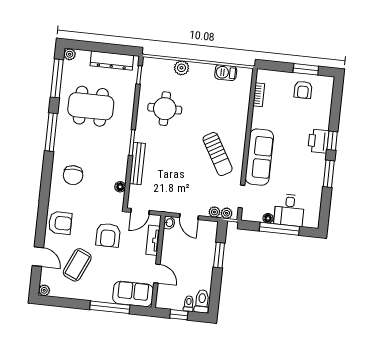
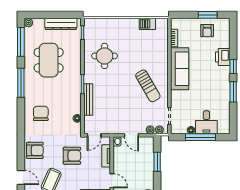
plant: (181, 68) -> (114, 24), removed
dining table: (91, 106) -> (49, 60), turned 90
printer: (318, 141) -> (223, 57), moved
sofa: (259, 157) -> (180, 69), moved
chair: (73, 175) -> (41, 113), turned 180
armchair: (108, 235) -> (72, 156), turned -90

